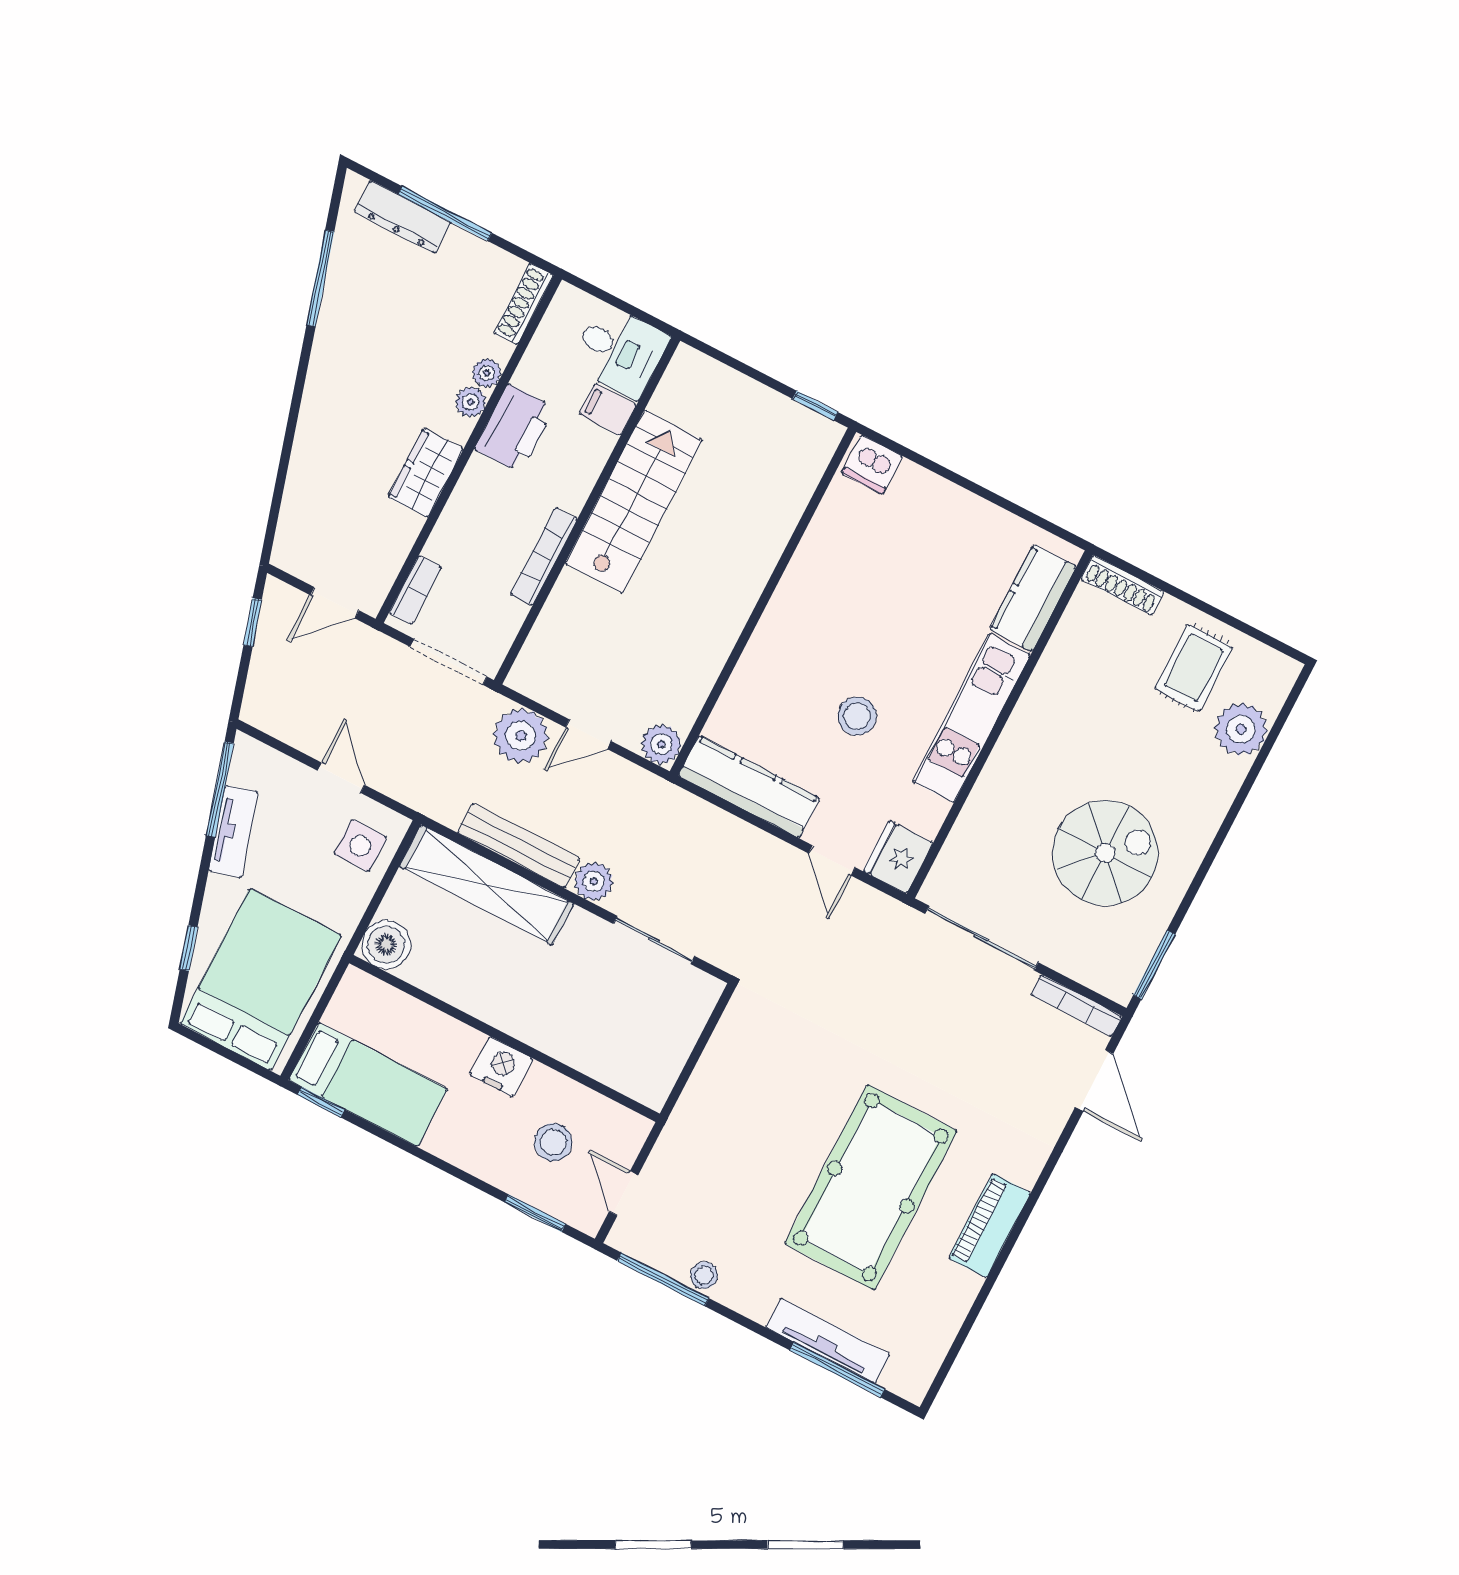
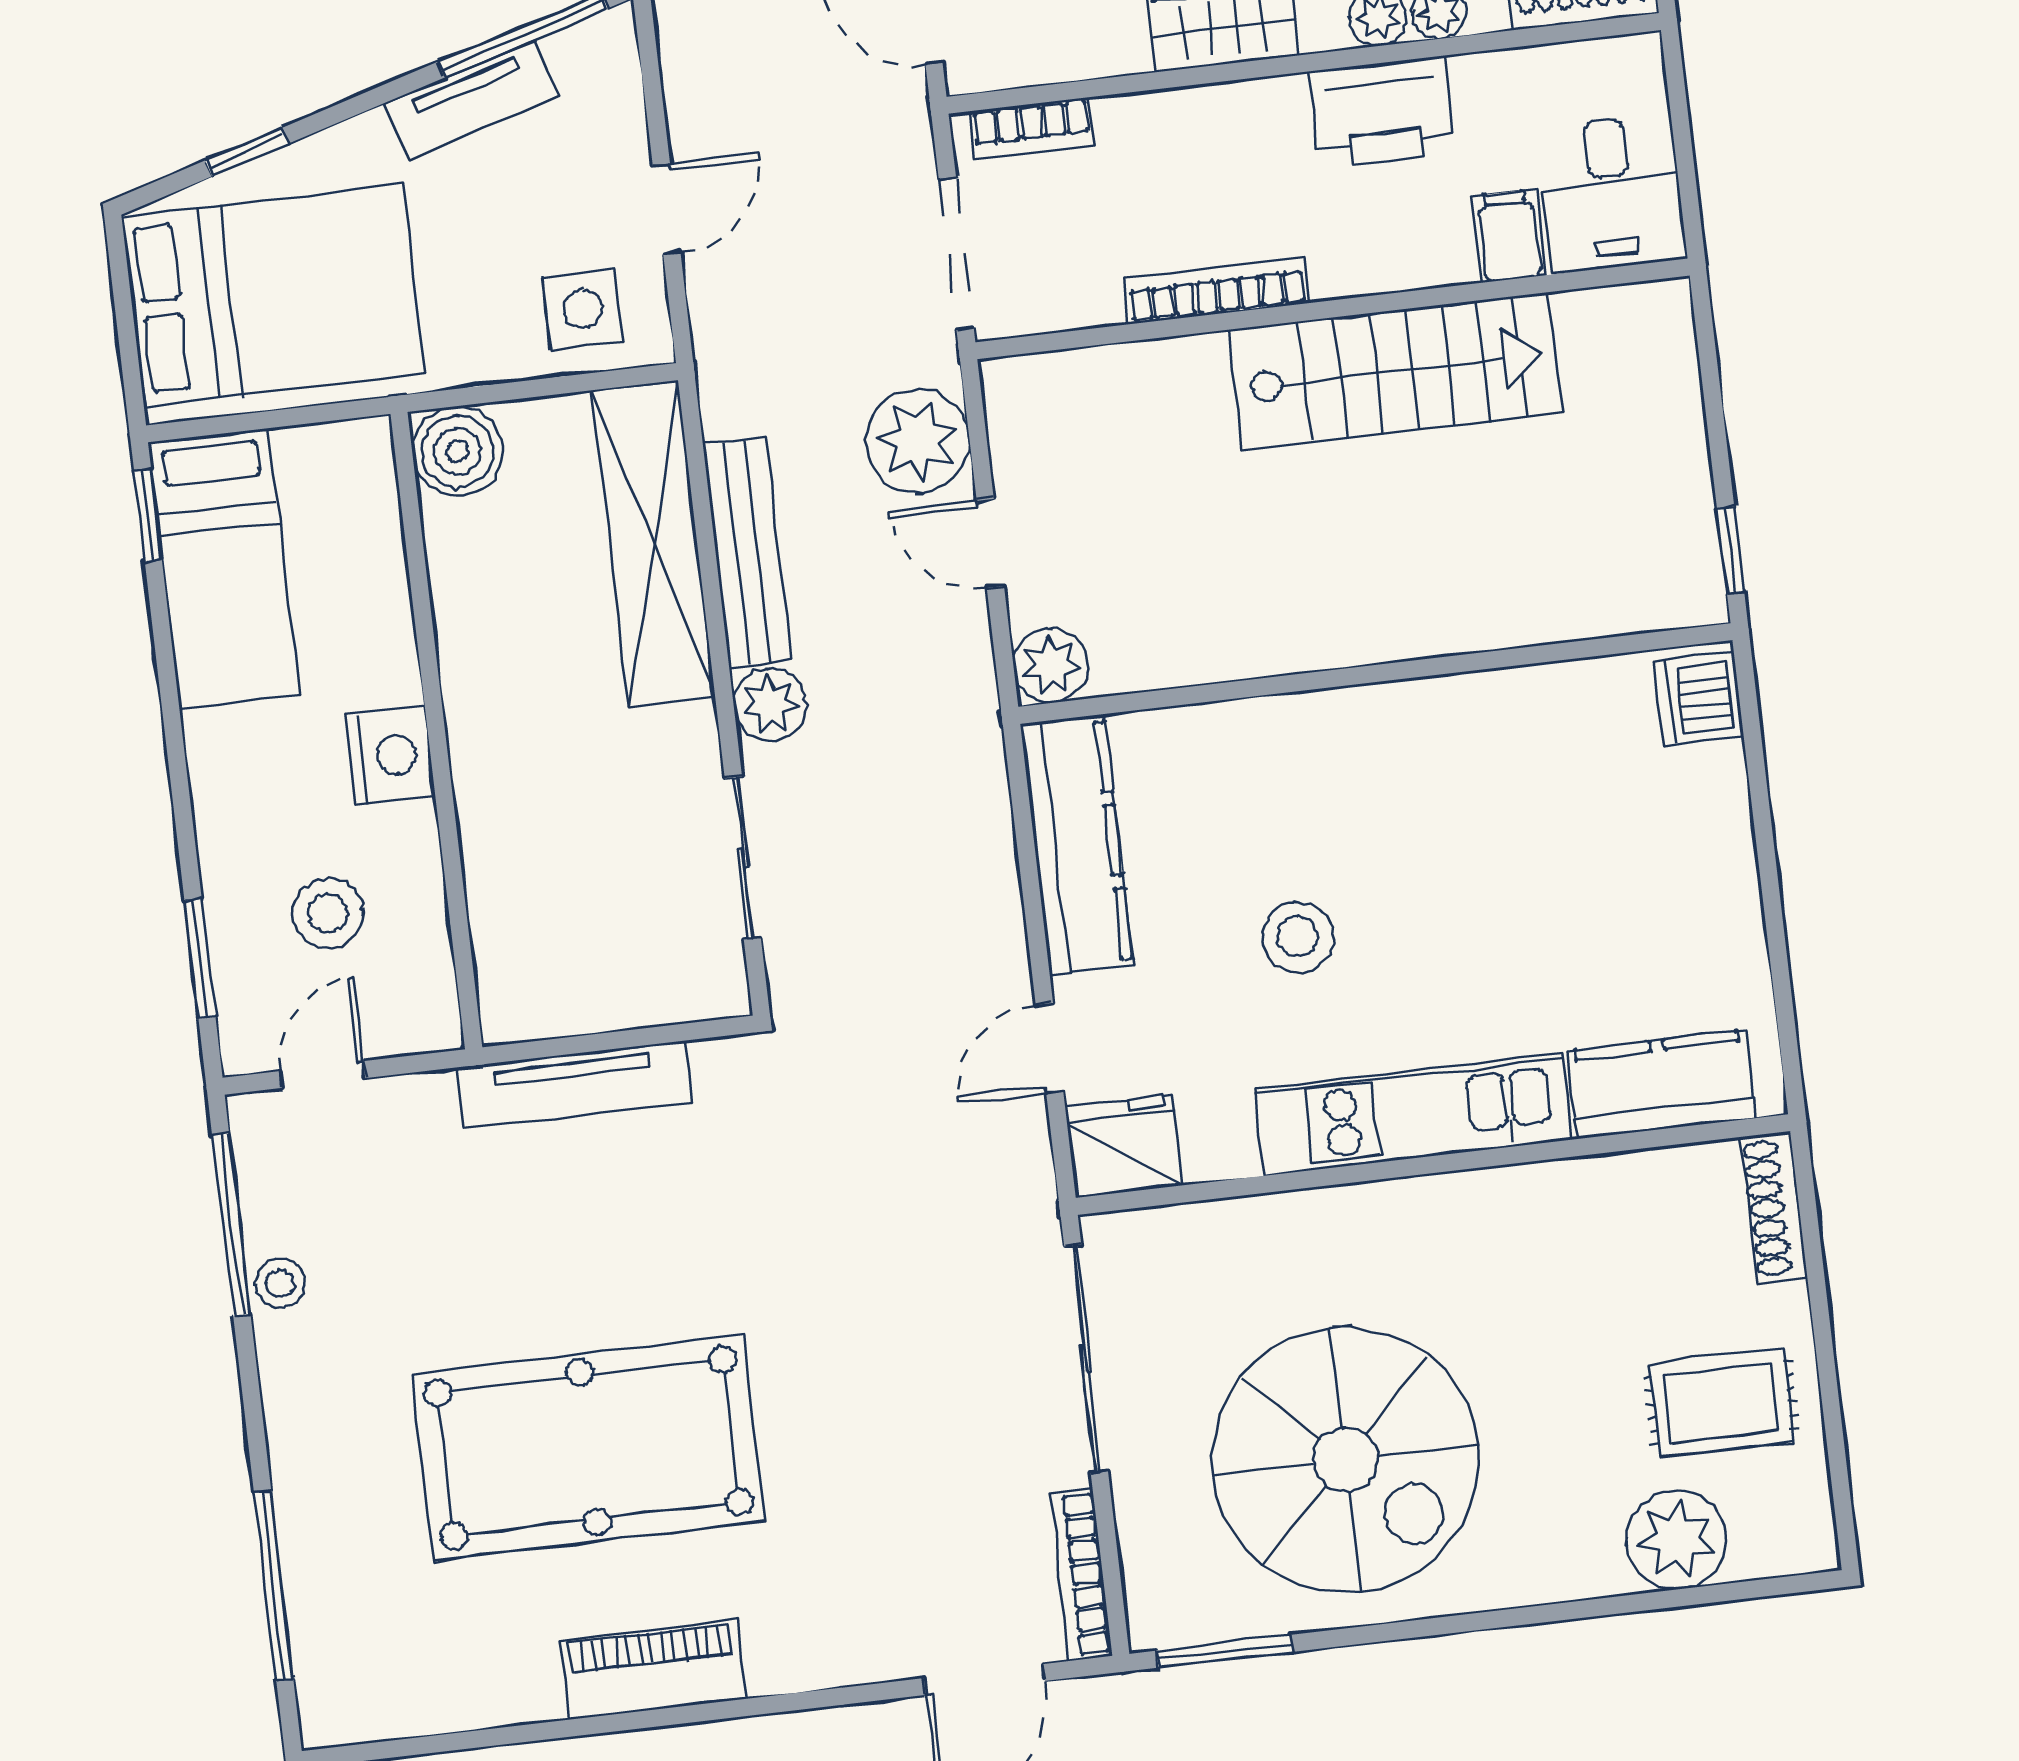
spiral stairs: (1105, 853) -> (1346, 1460), width x1.37, depth x1.37
tv unit: (828, 1341) -> (574, 1085), moved, turned 90

